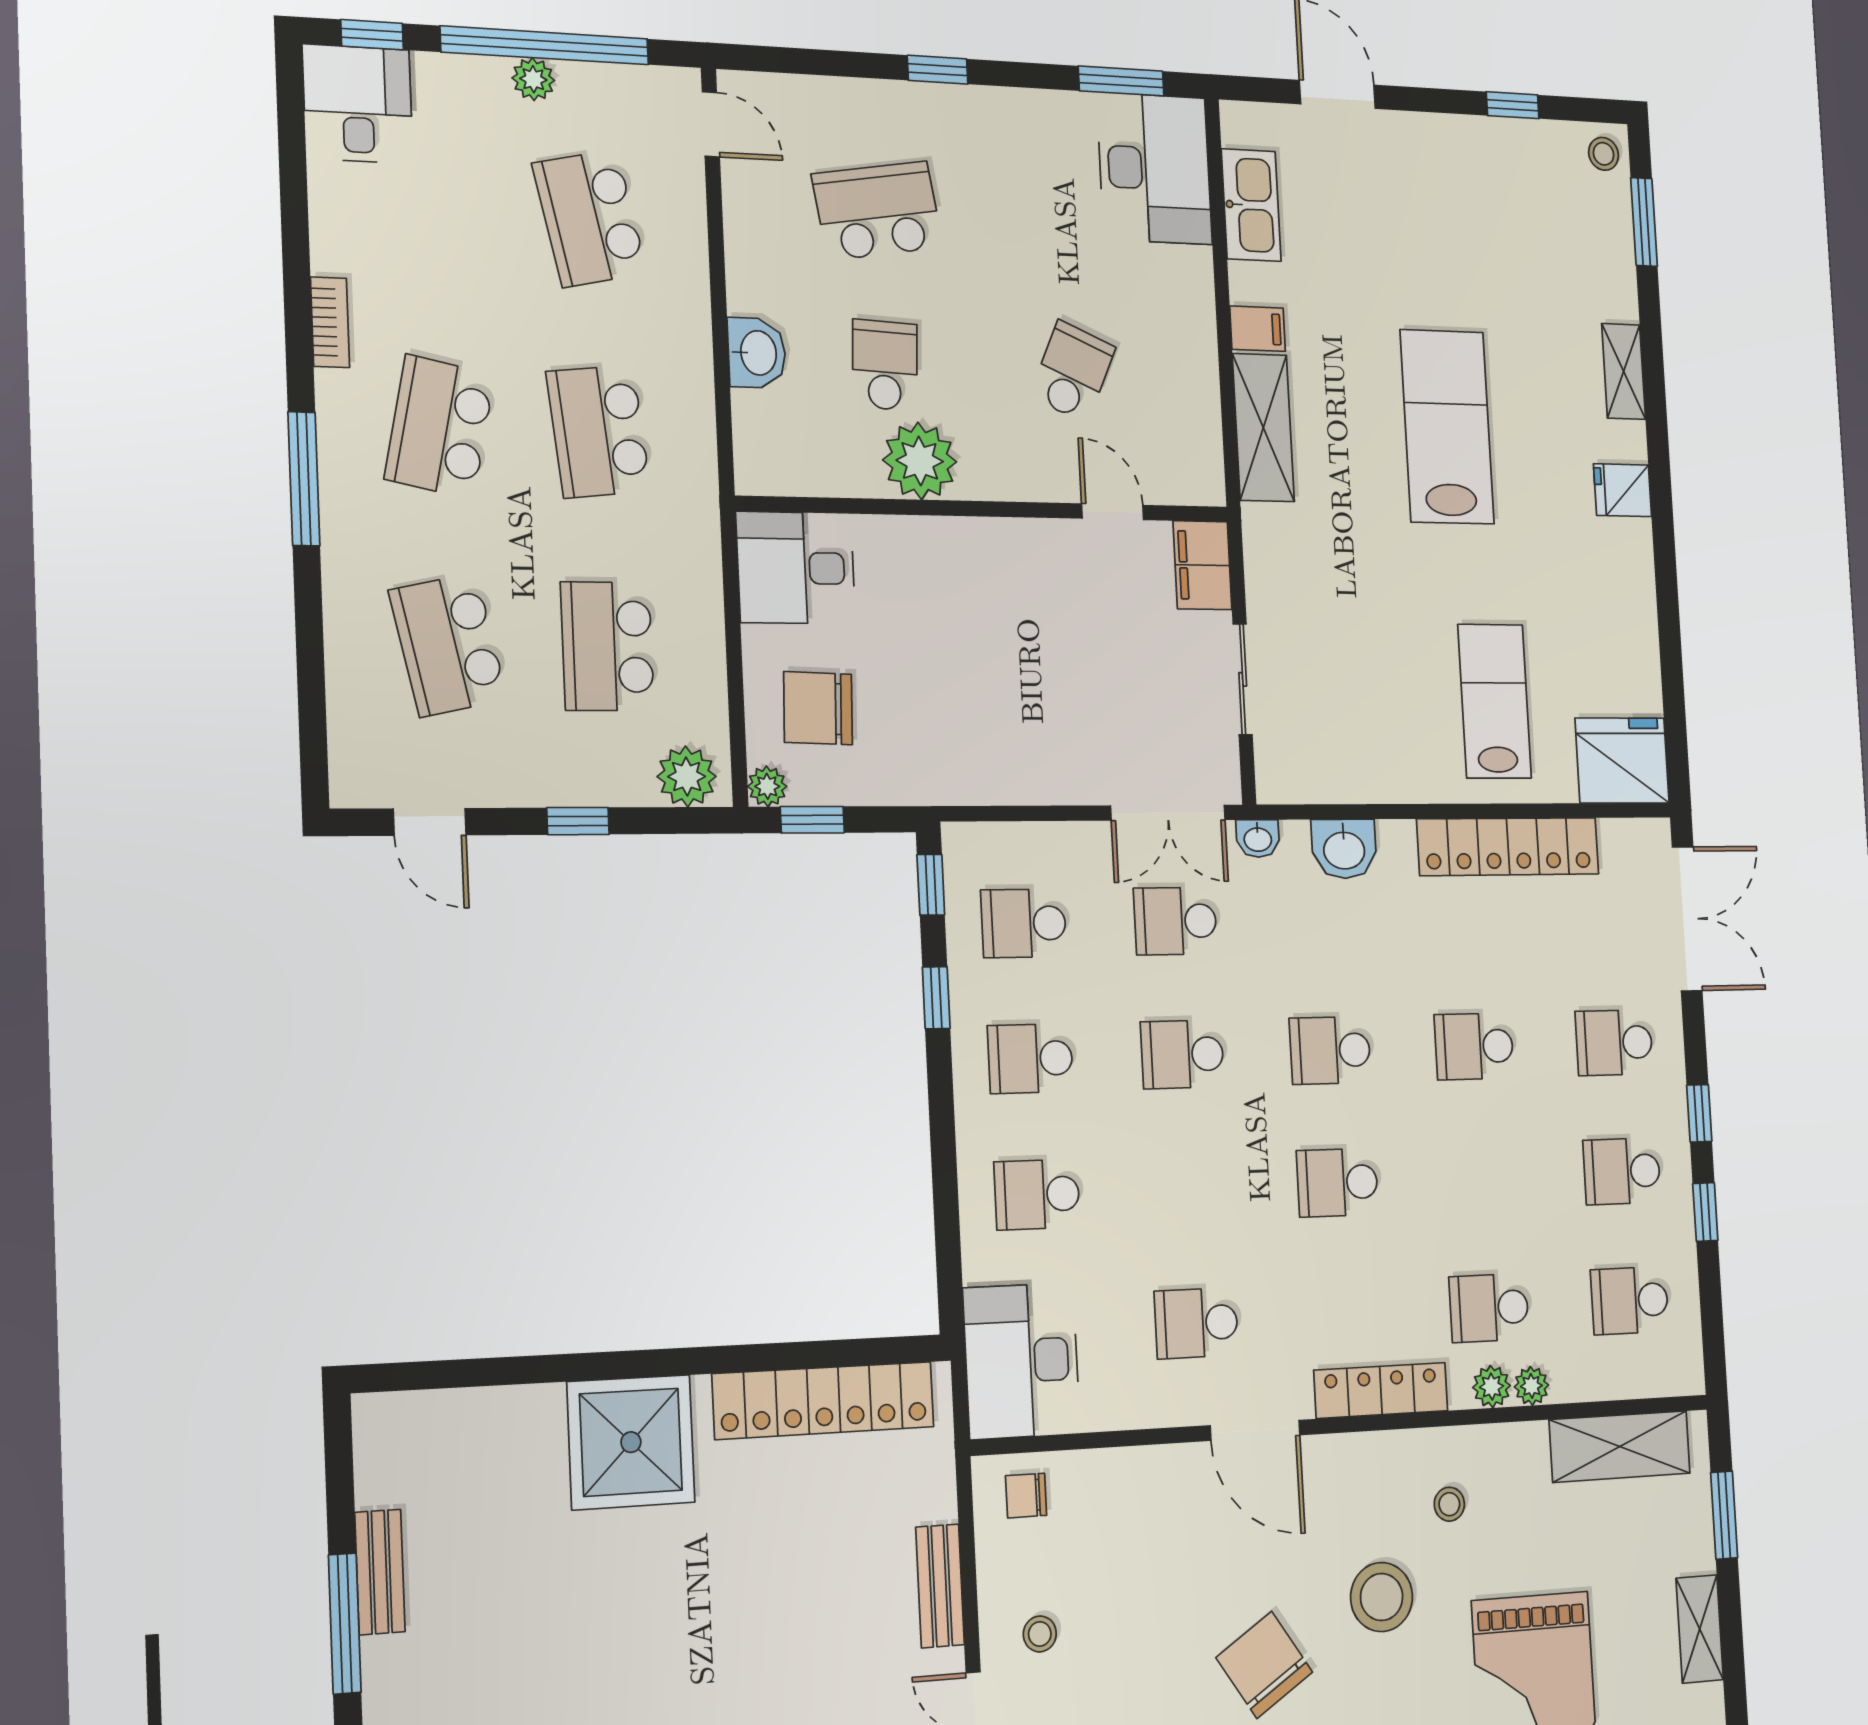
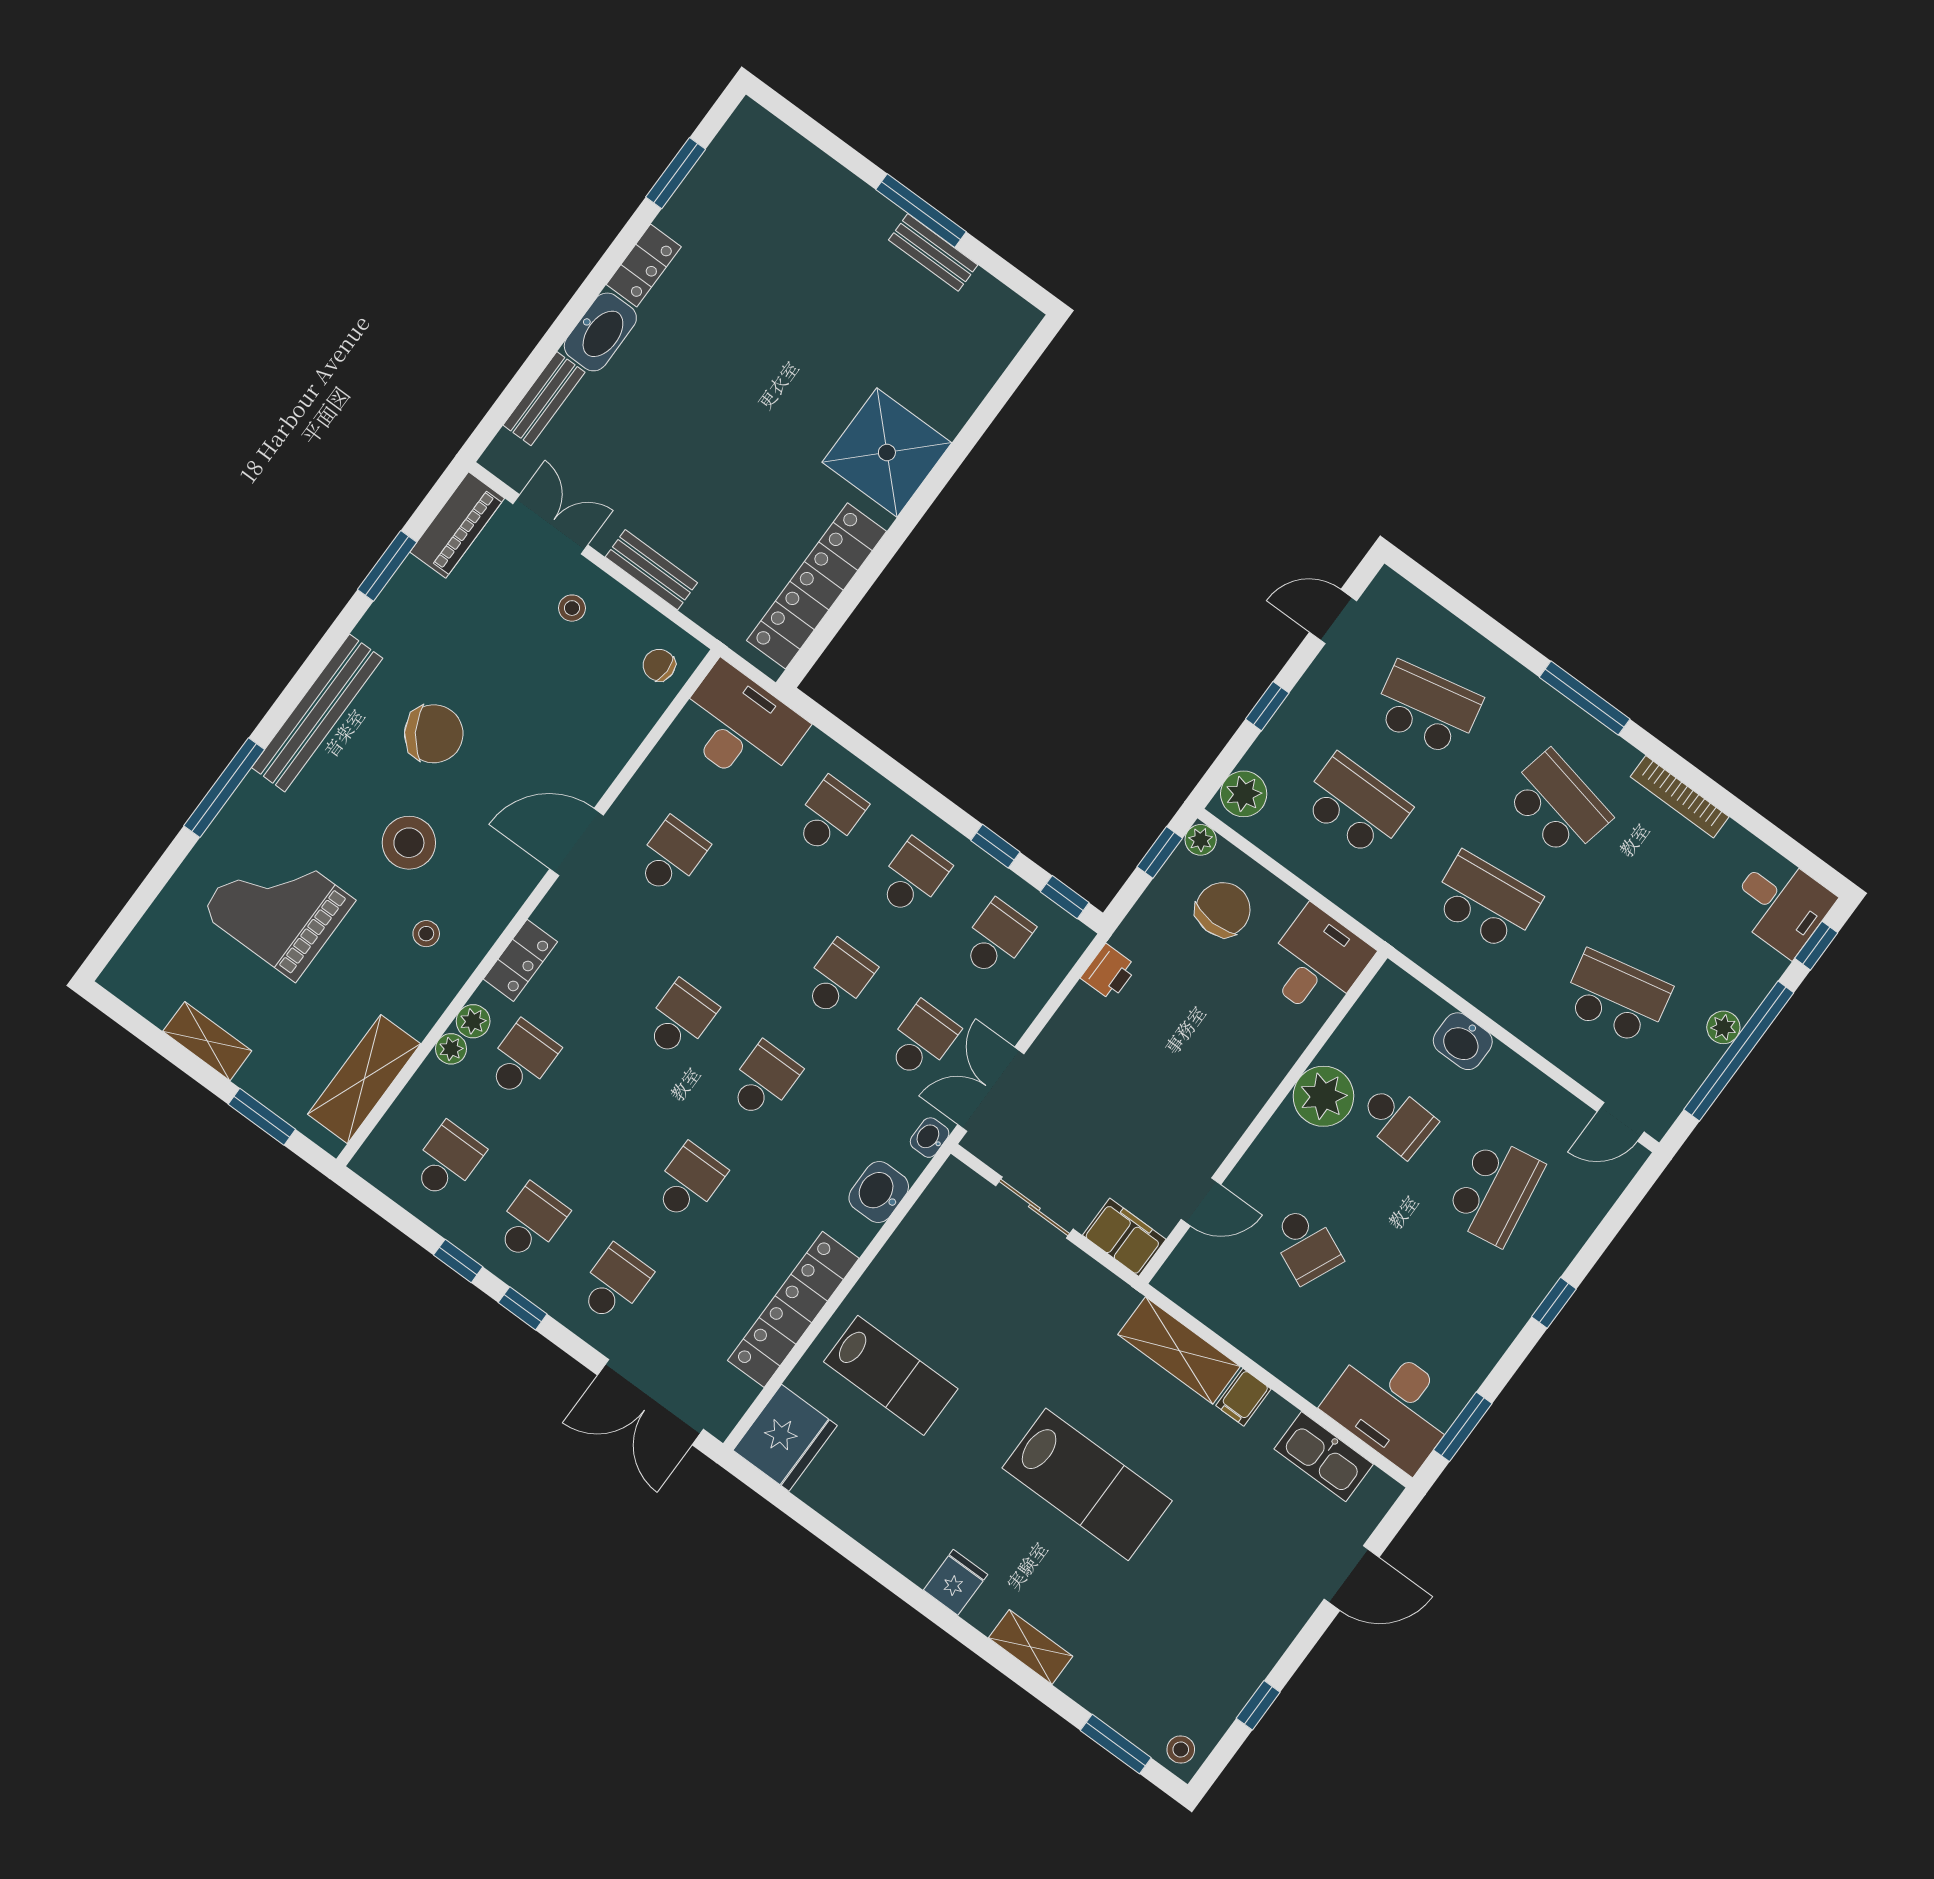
bookcase: (330, 322) -> (1680, 797), width x1.56
printer: (968, 780) -> (1109, 972), added
locker: (1381, 1390) -> (520, 960), width x0.66
chair: (1026, 1496) -> (659, 665), turned -90

